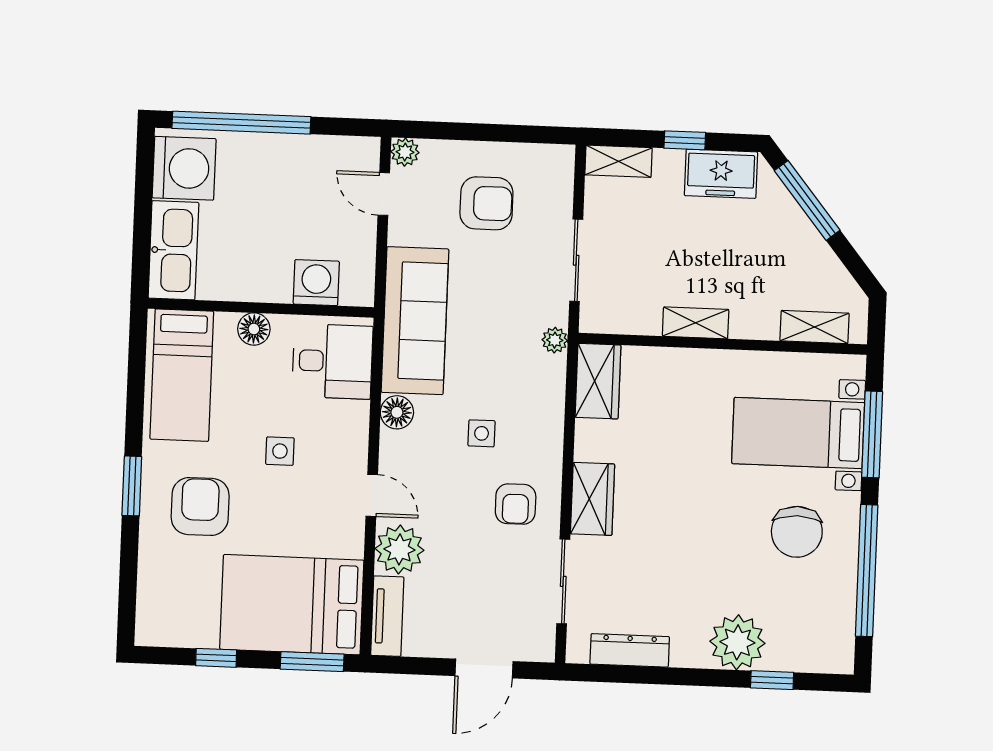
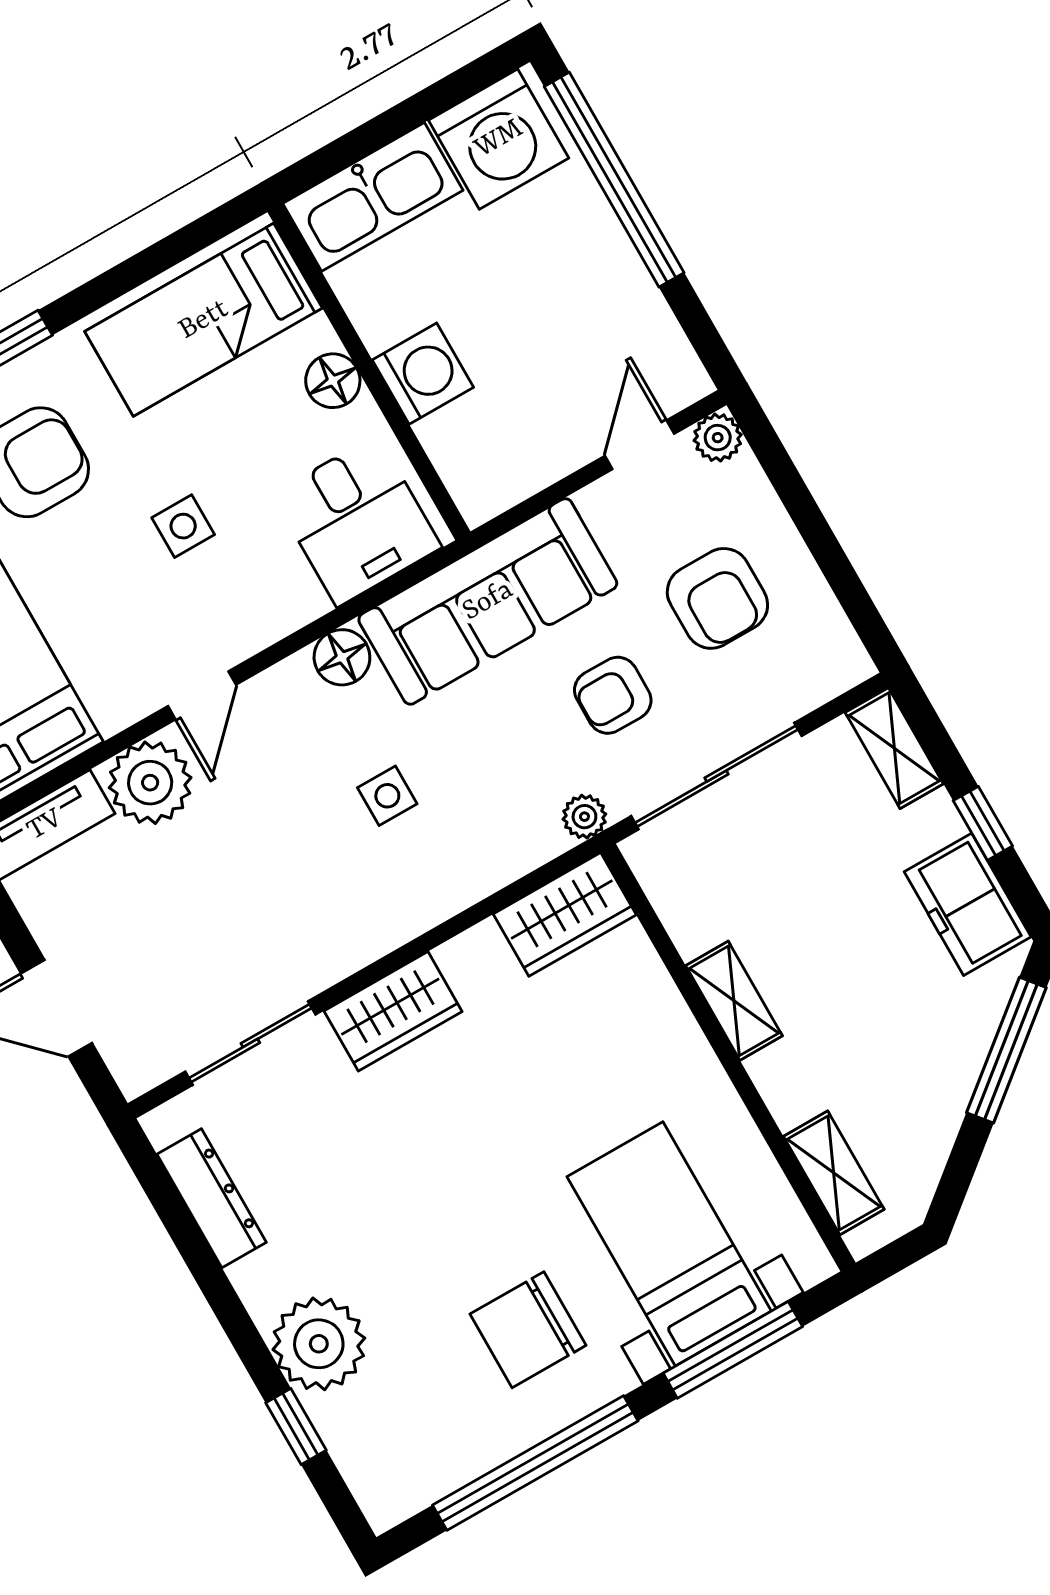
sliding door: (576, 260) -> (716, 776), width x1.37
washing machine: (316, 283) -> (423, 374), moved
armchair: (516, 504) -> (613, 695), moved

